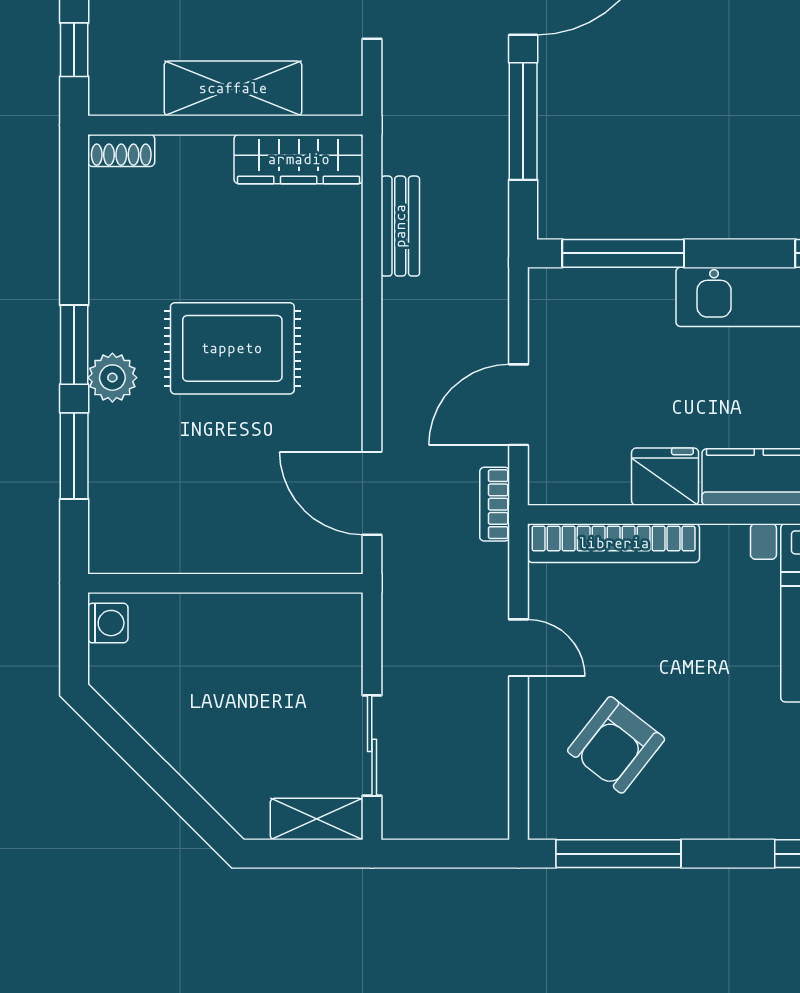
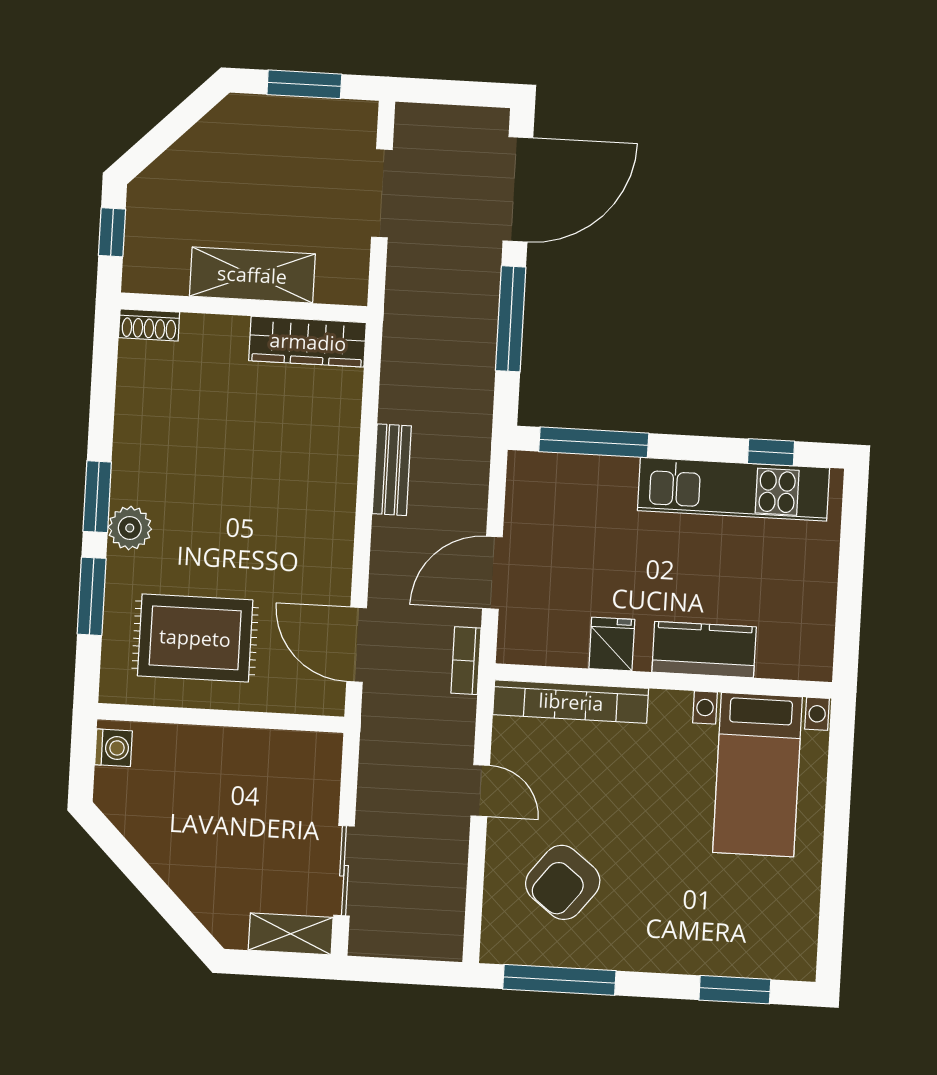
bench: (400, 226) -> (392, 470), moved
rug: (232, 348) -> (195, 638), moved
fridge: (665, 477) -> (612, 644), width x0.72

